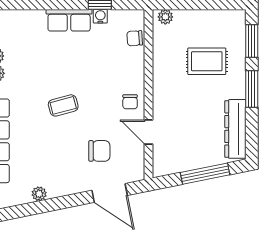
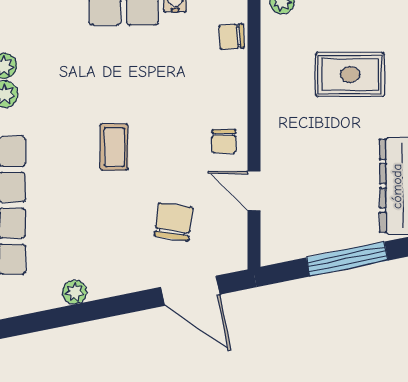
coffee table: (63, 105) -> (114, 147), turned -75
chair: (99, 151) -> (174, 222), turned -82

